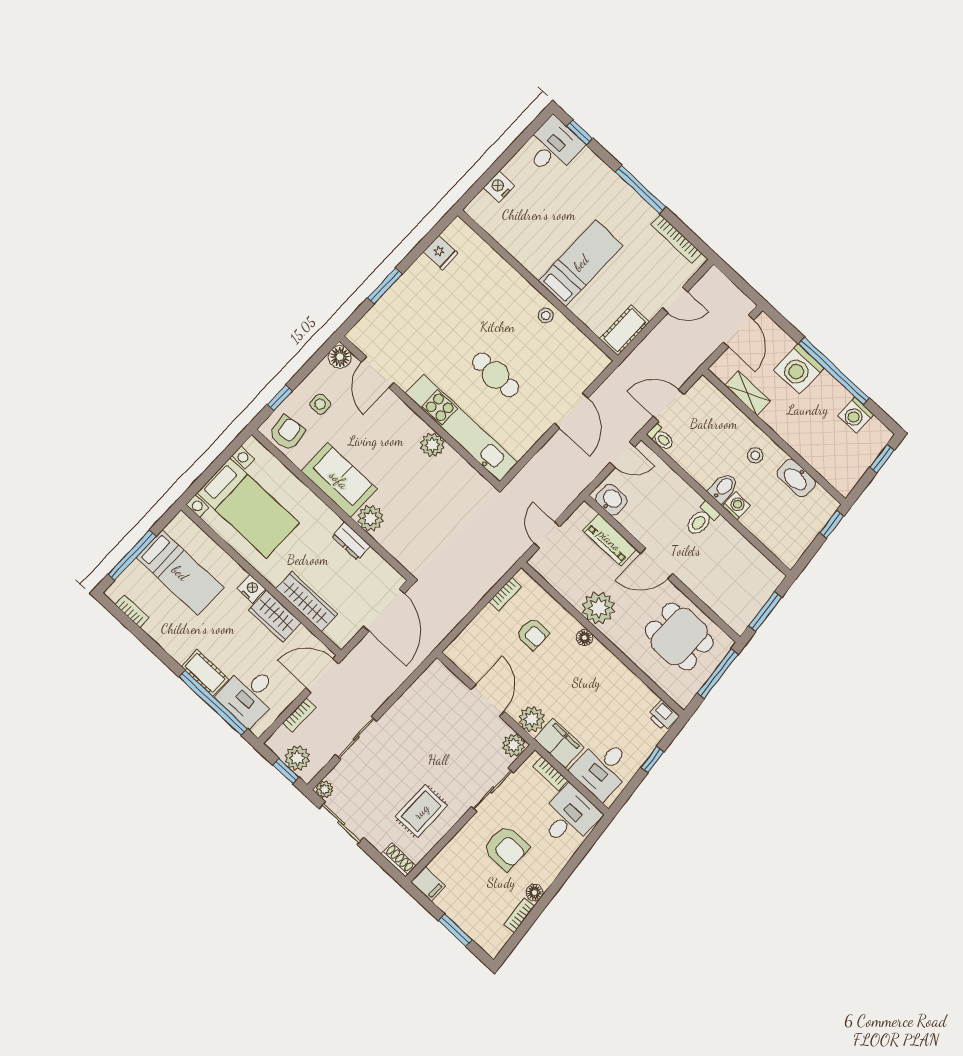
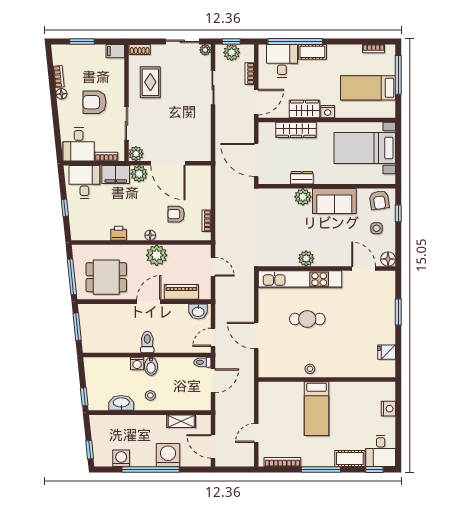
cot: (625, 330) -> (350, 459), moved, turned 90
door: (488, 700) -> (168, 163), width x1.36
printer: (663, 716) -> (119, 233), moved

